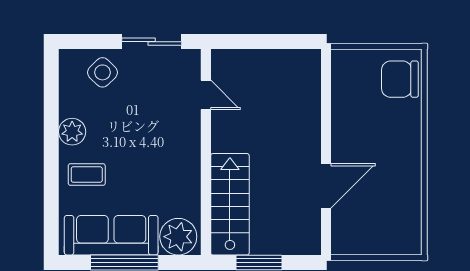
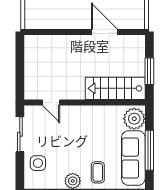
side table: (102, 72) -> (38, 163), turned 45
door: (206, 95) -> (51, 102), swing flipped

